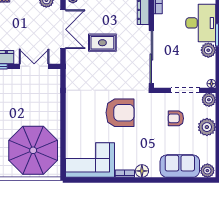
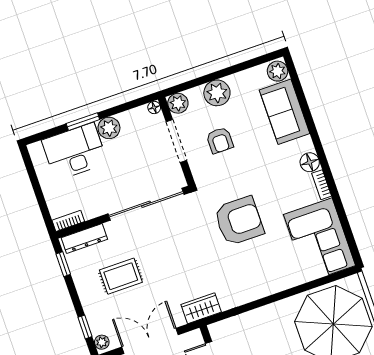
rug: (102, 43) -> (121, 276), moved, turned 90
wardrobe: (73, 69) -> (201, 308), added
armchair: (120, 113) -> (239, 221), turned 90

